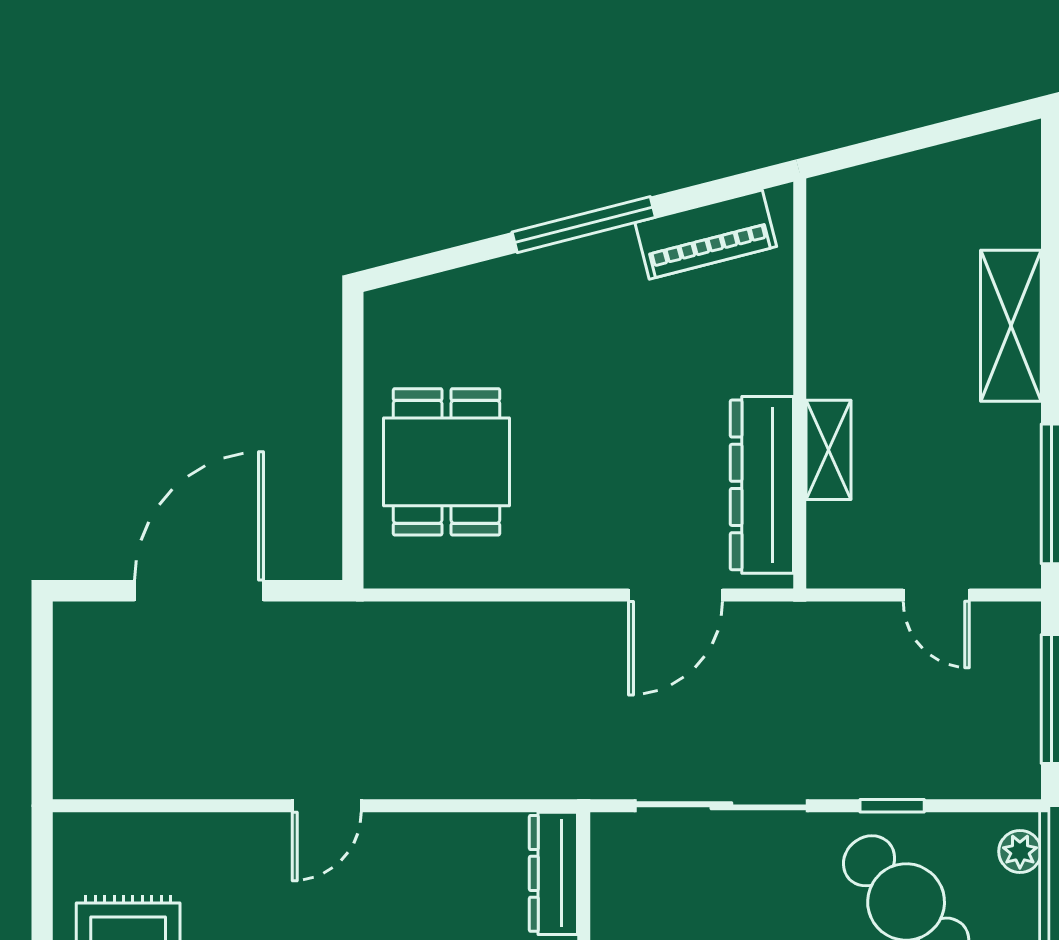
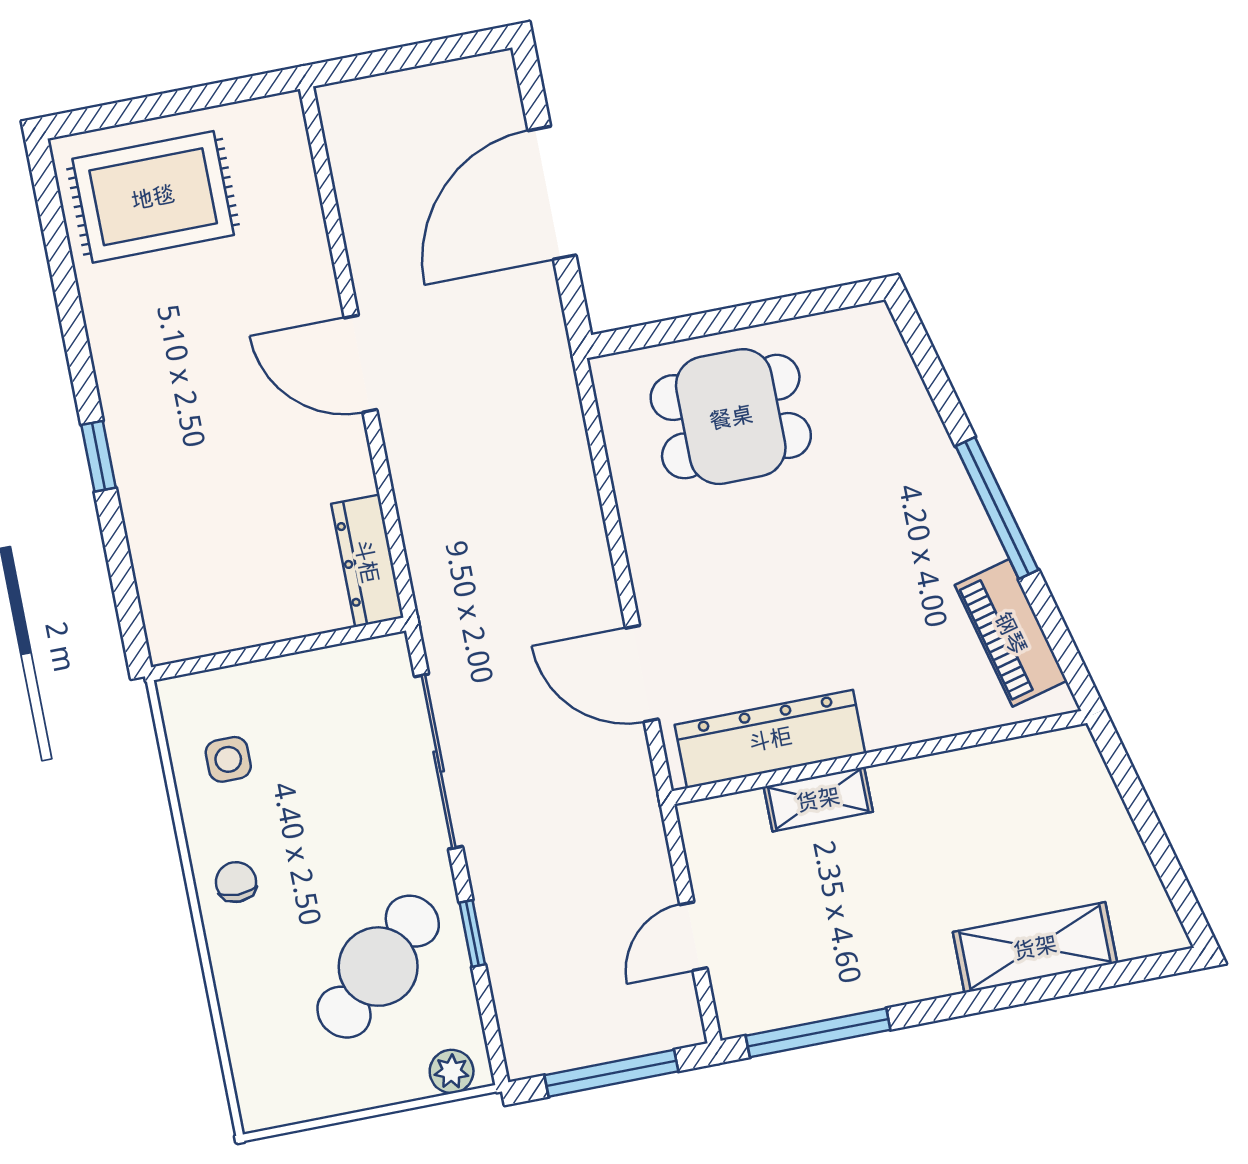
shelving: (1011, 326) -> (1035, 947), moved
door: (199, 591) -> (552, 193), swing flipped
door: (327, 806) -> (361, 364), width x1.38
dresser: (553, 873) -> (367, 561), moved, turned -90

